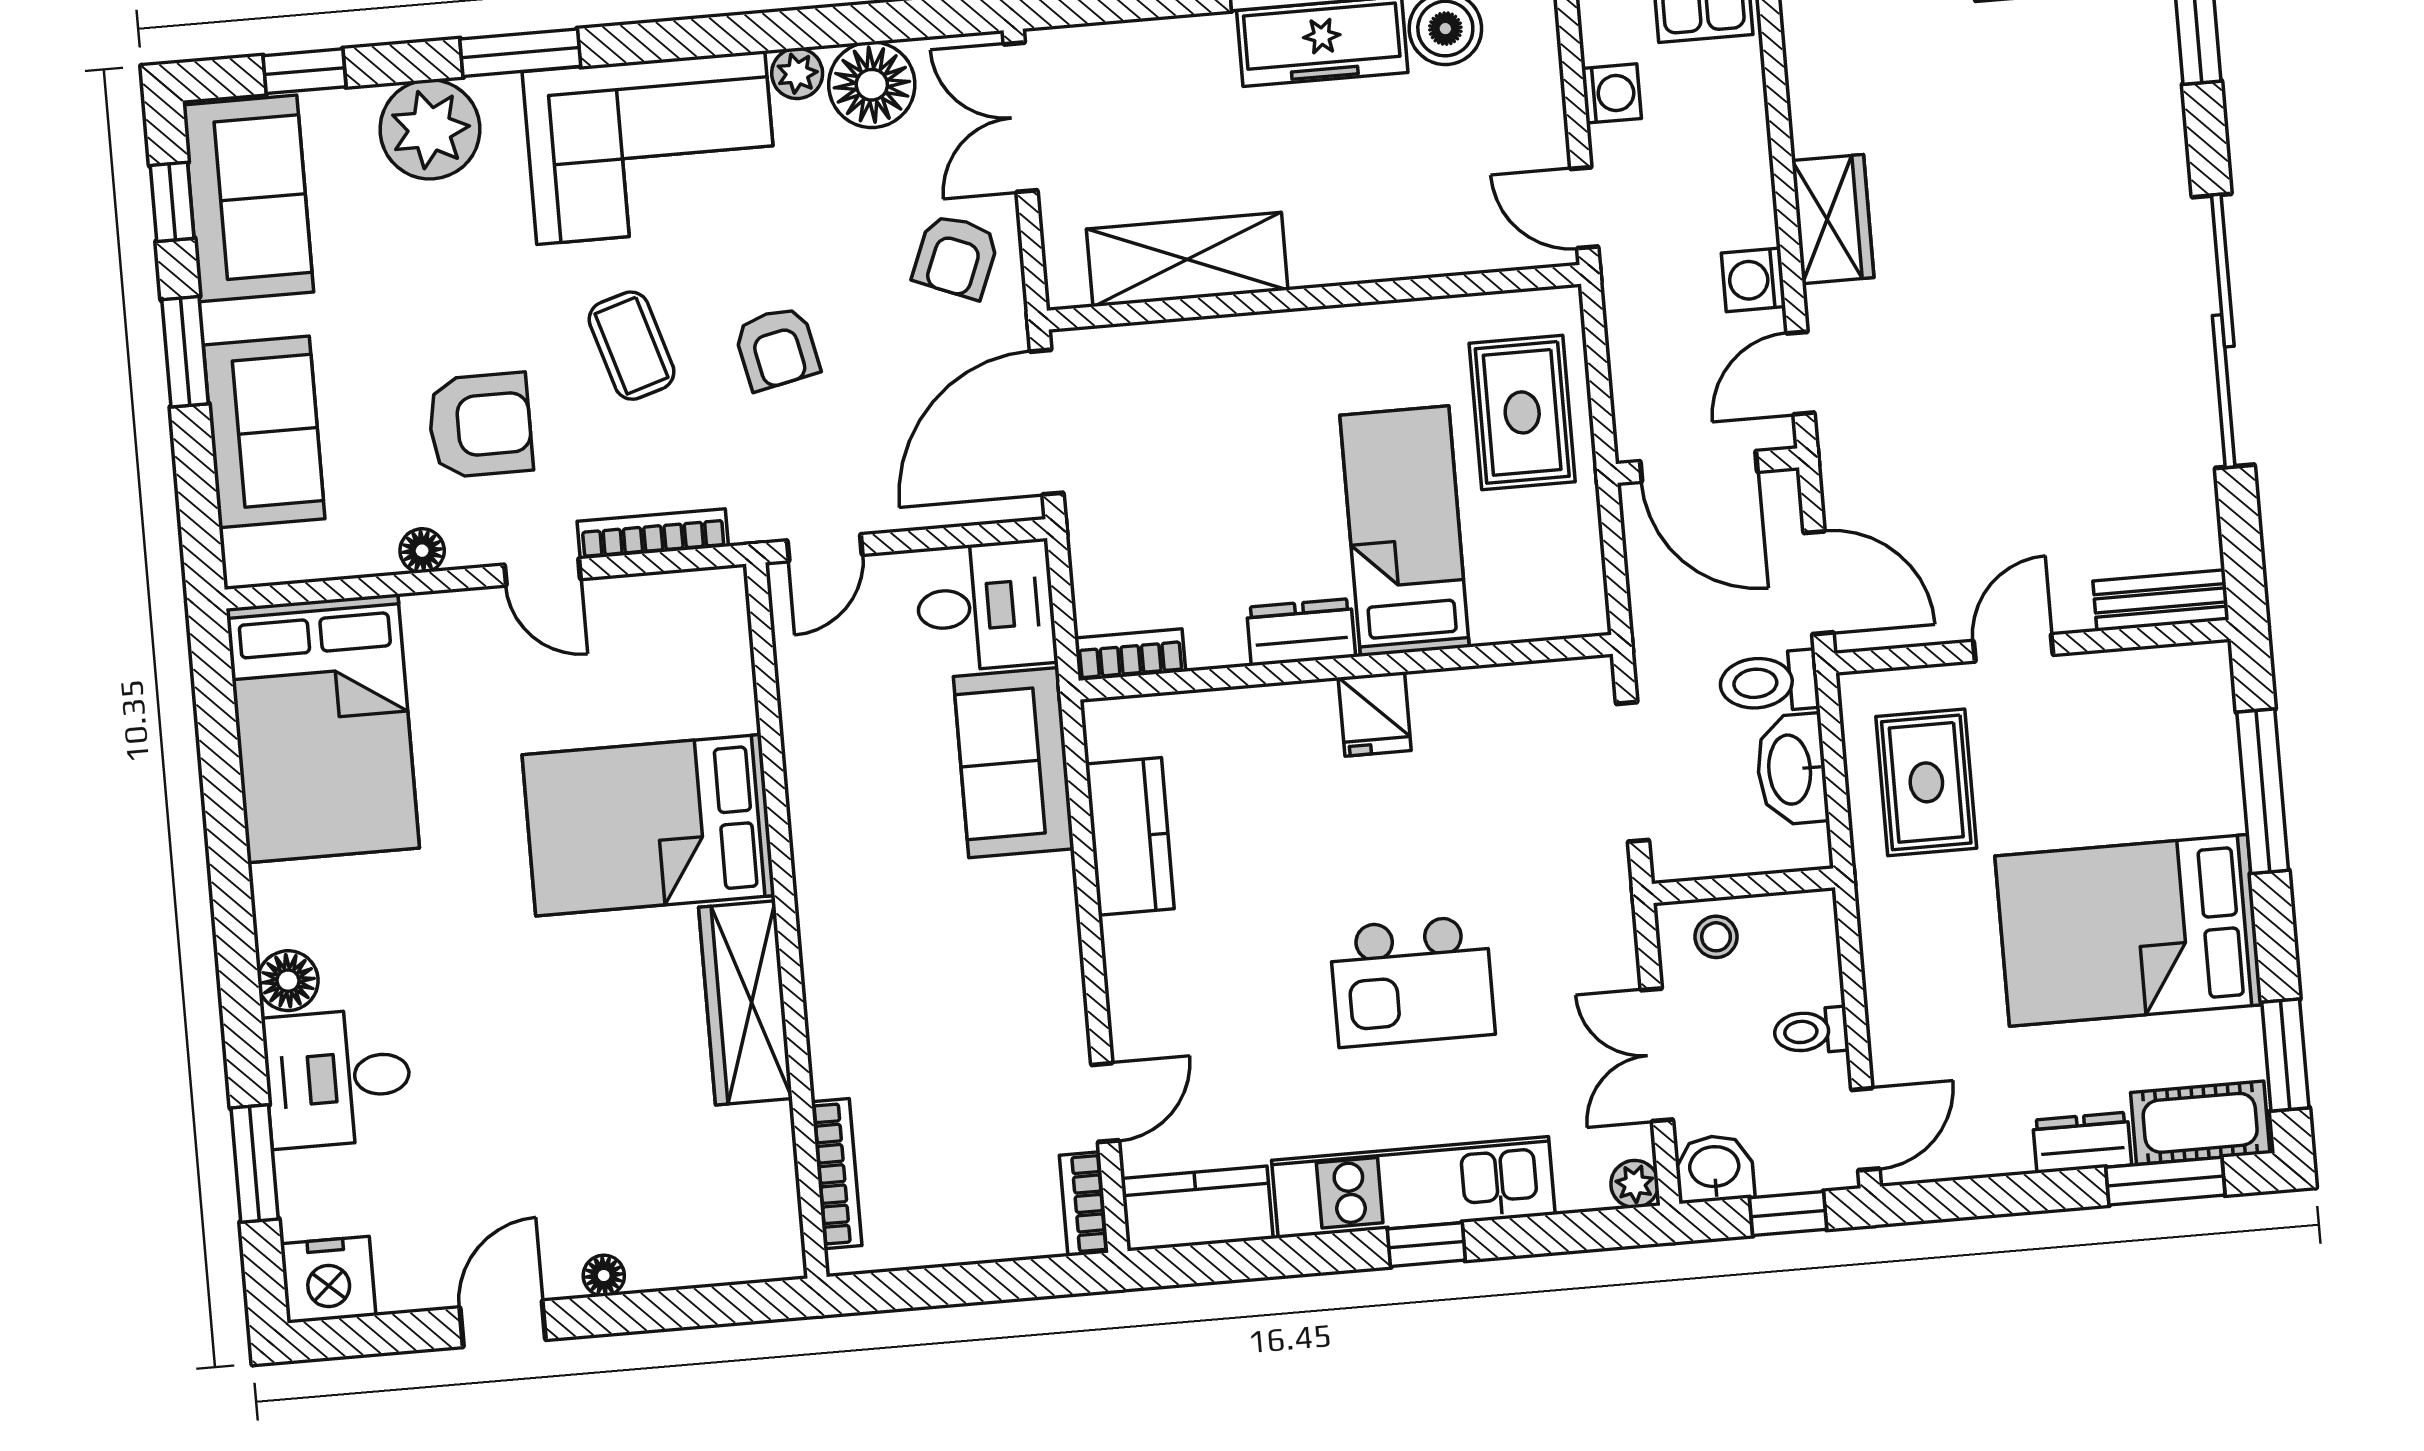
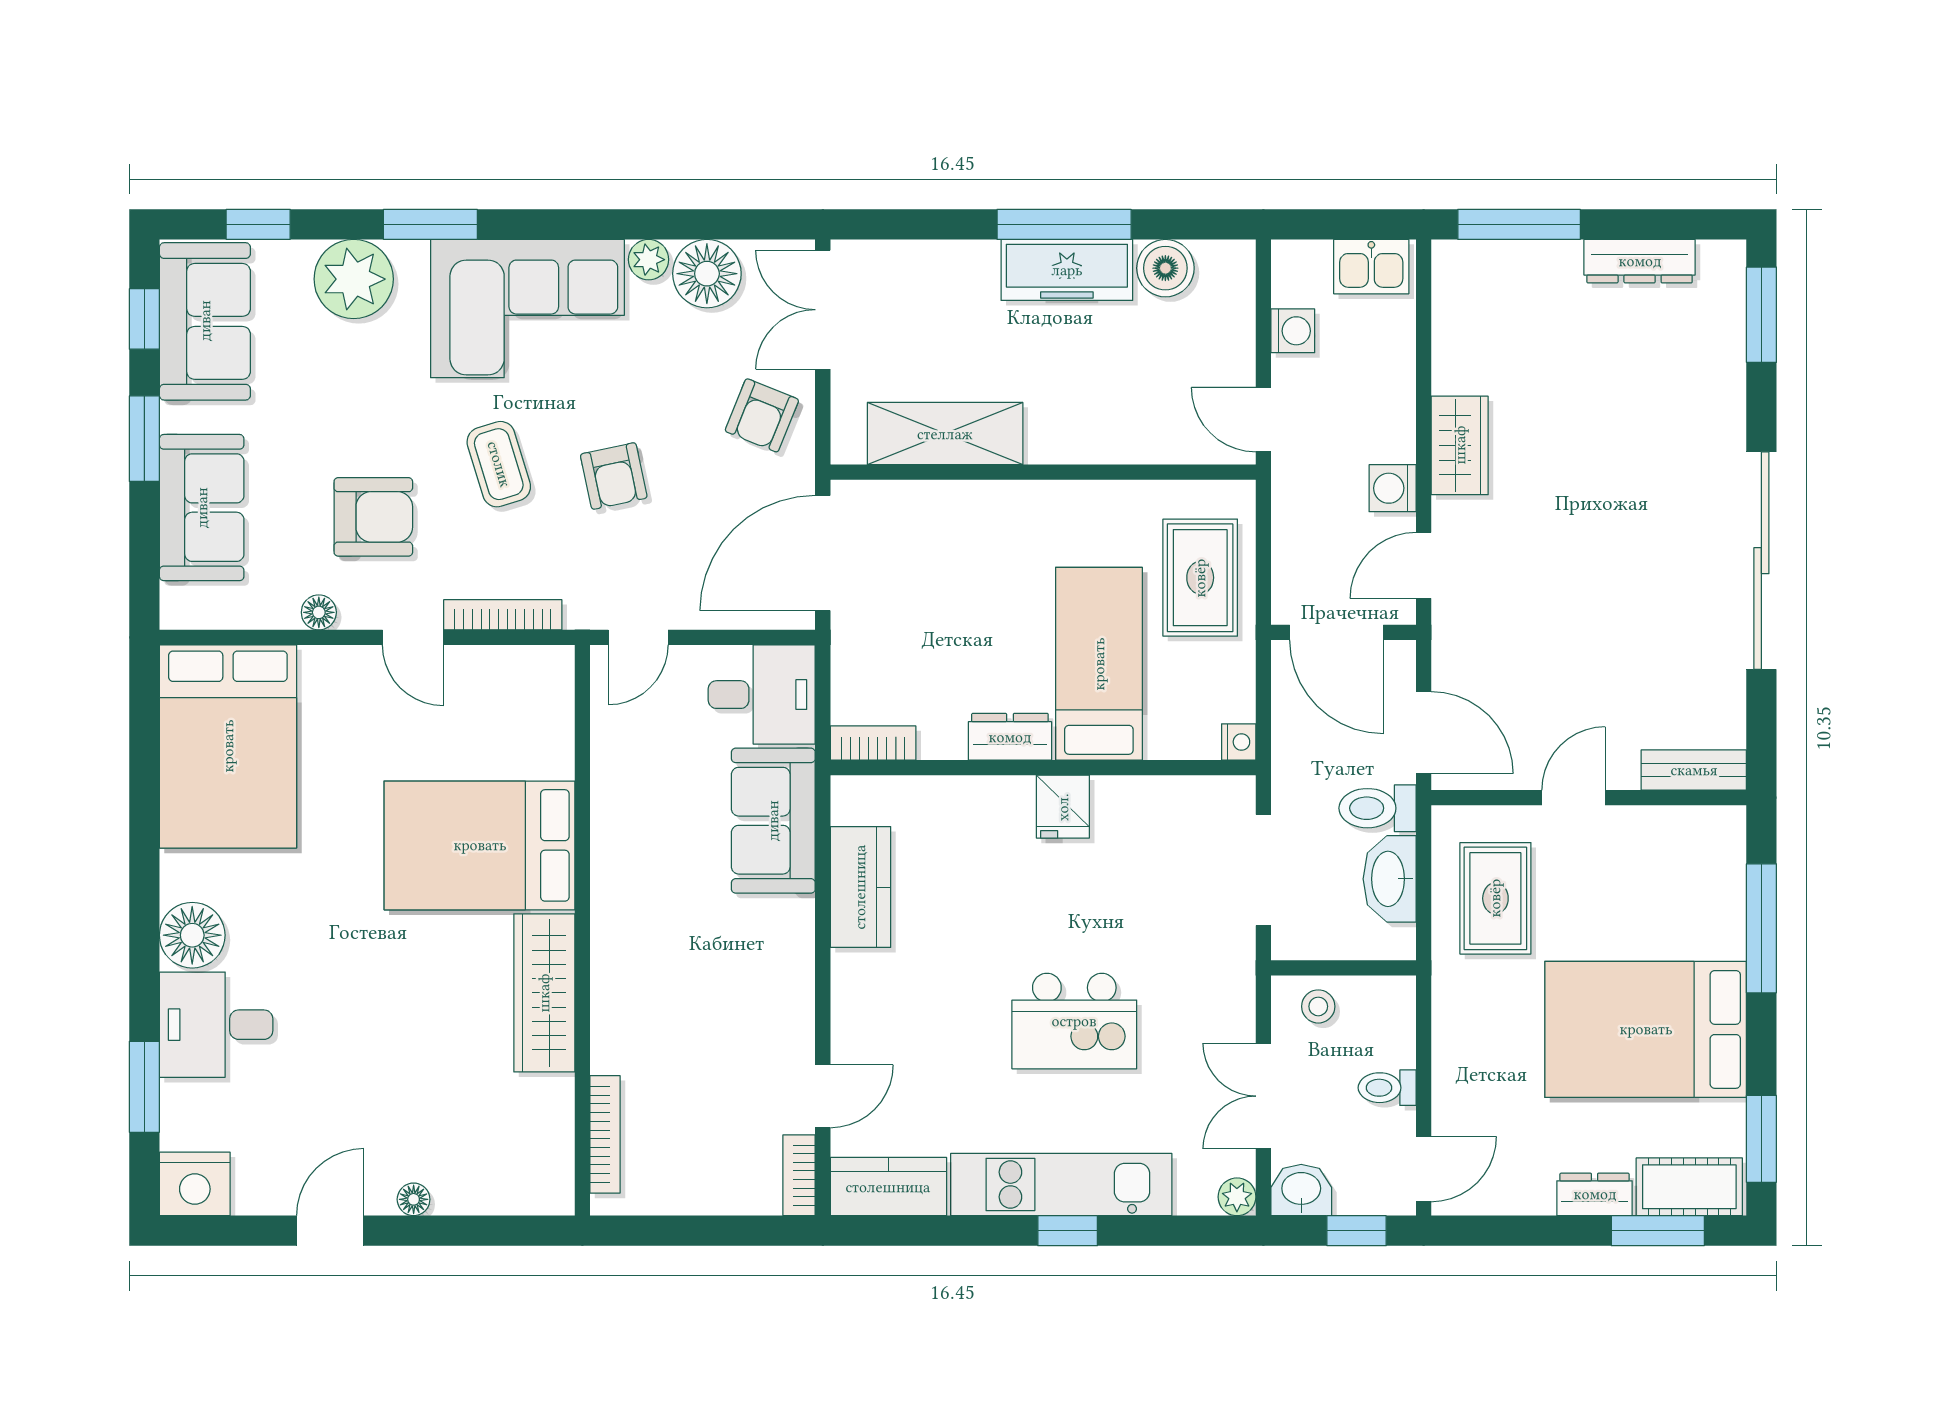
nightstand: (1588, 614) -> (1239, 742), added
floor lamp: (288, 981) -> (192, 935), width x1.38, depth x1.38

